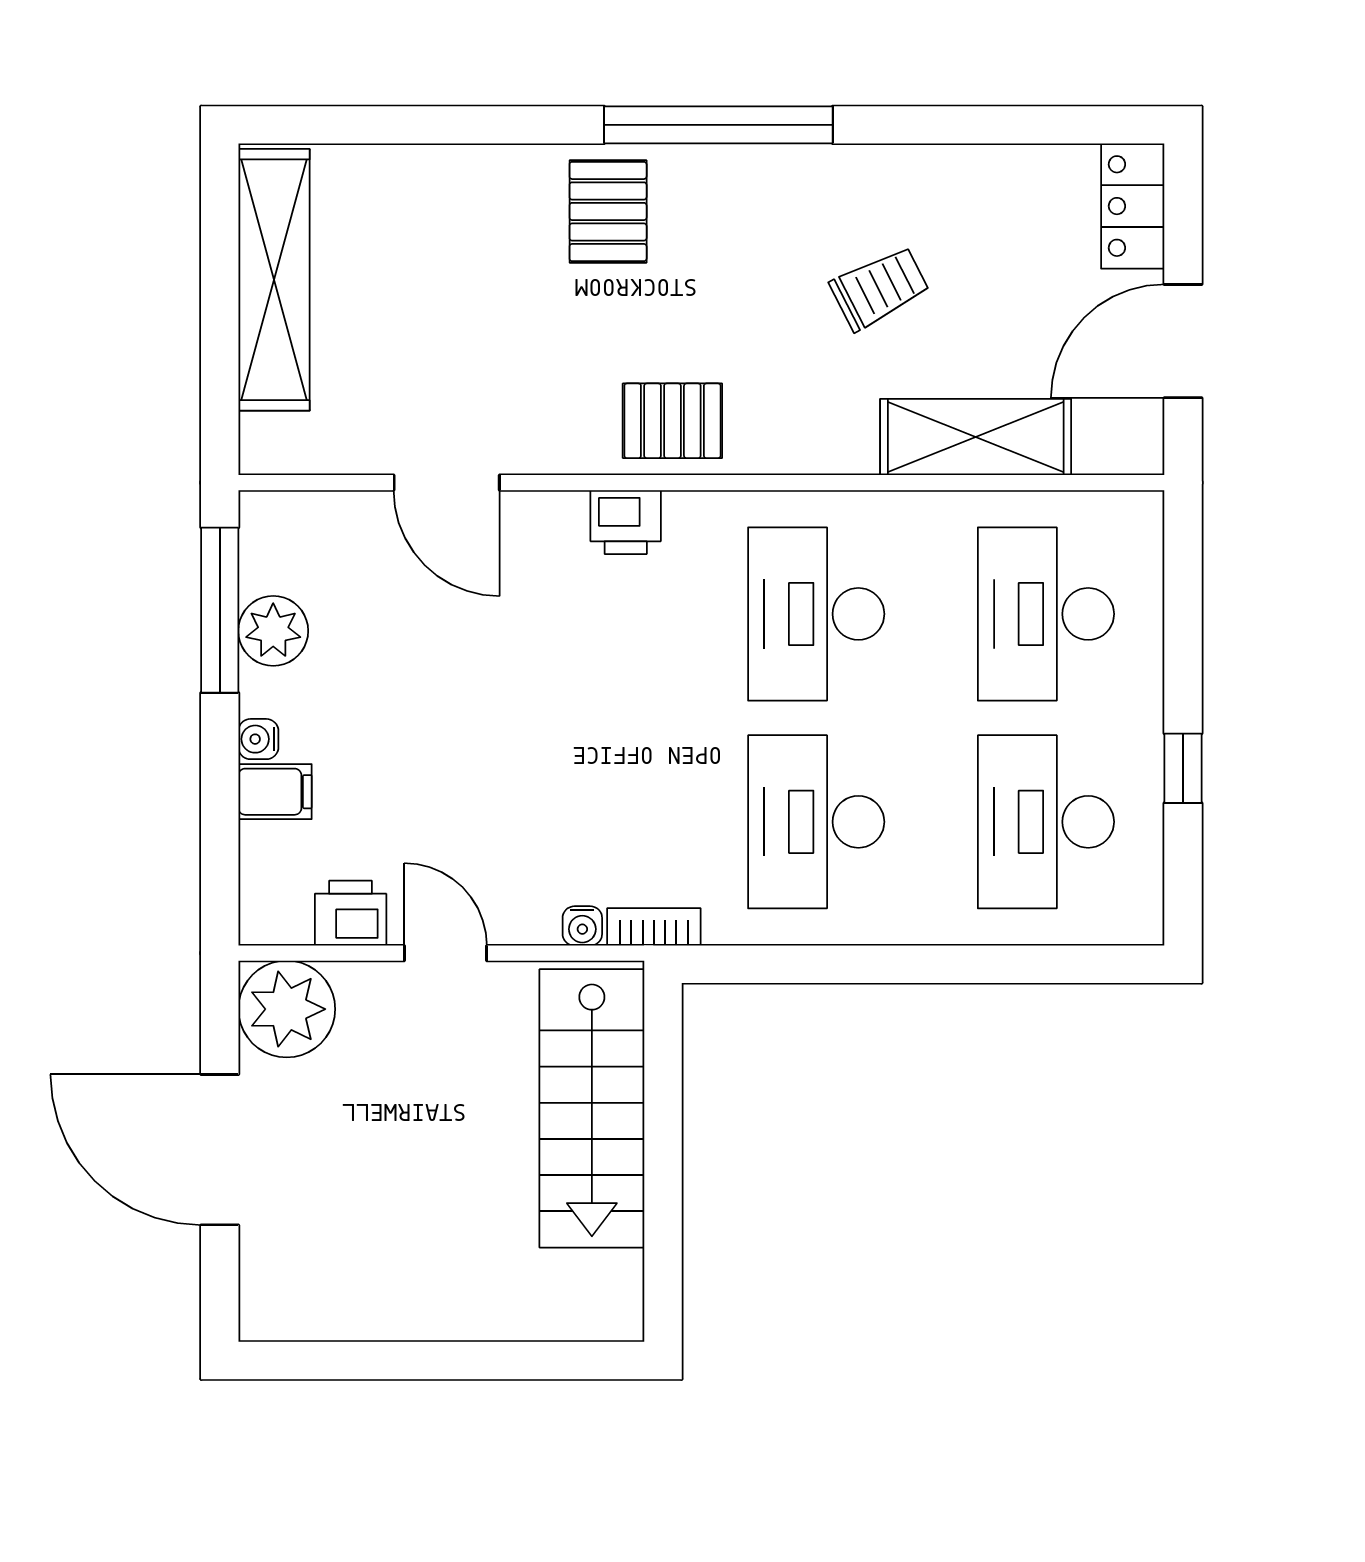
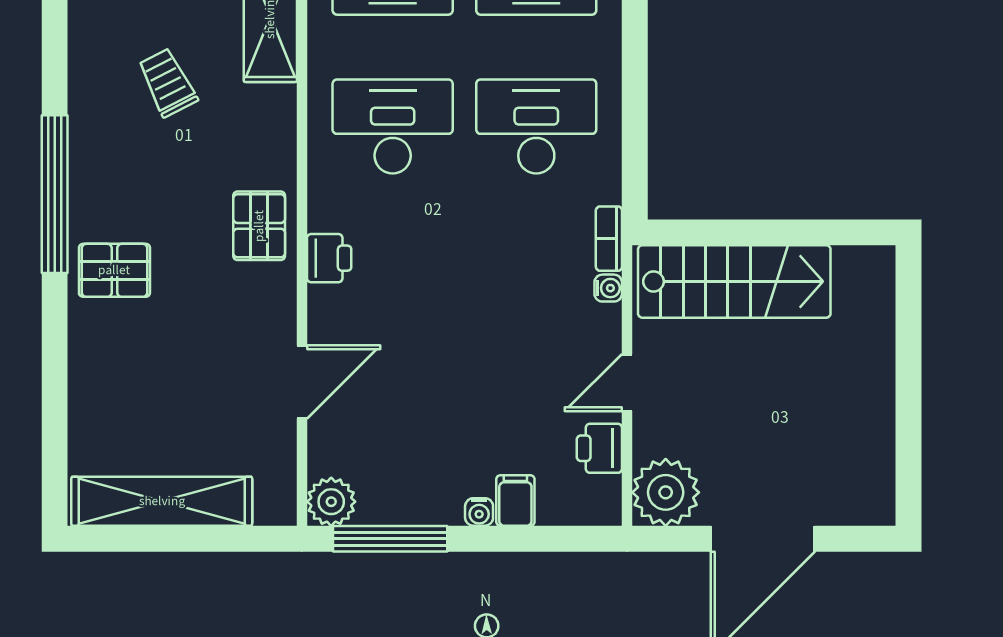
desk: (816, 614) -> (393, 126), turned 180
plant: (273, 631) -> (331, 502), moved
desk: (816, 822) -> (536, 126), turned 180

